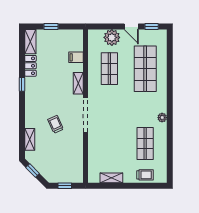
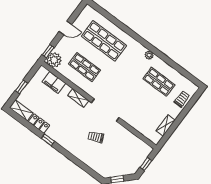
window: (152, 26) -> (48, 51), moved
plant: (112, 37) -> (54, 60), moved
filing cabinet: (76, 57) -> (54, 82), width x2.00
shelving: (30, 139) -> (93, 164), removed

